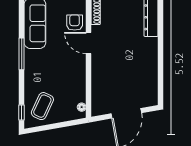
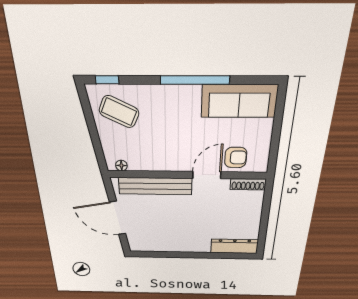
window: (22, 54) -> (195, 80), width x1.46
bench: (98, 82) -> (155, 186), added

